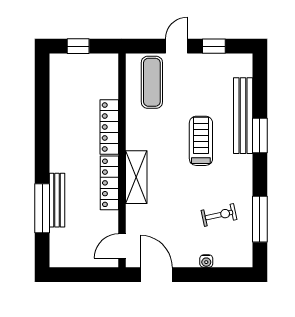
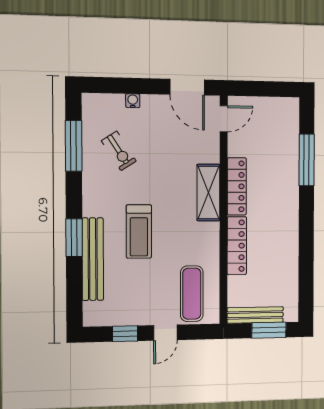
window: (78, 46) -> (269, 330), width x1.50
bench: (57, 200) -> (255, 315), moved, turned 90
exercise bike: (219, 215) -> (119, 151), turned -111

